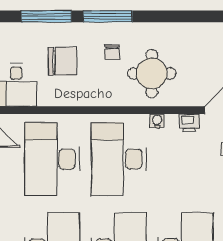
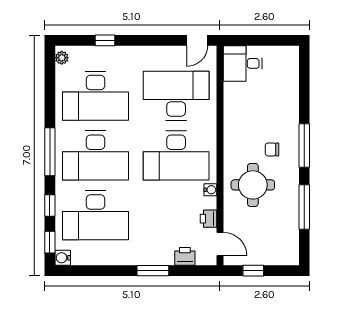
window: (46, 16) -> (304, 207), moved
chair: (62, 61) -> (264, 105), removed
desk: (119, 159) -> (176, 155), turned 180

